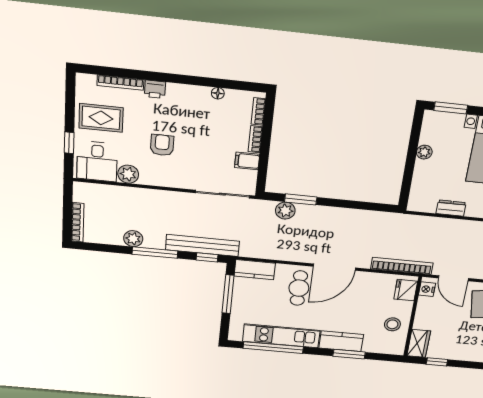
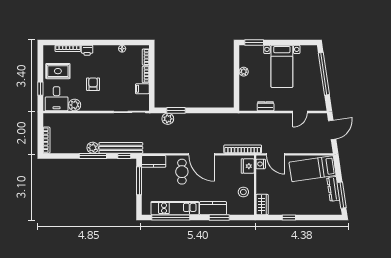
plant: (133, 239) -> (93, 148), moved
door: (334, 267) -> (202, 154), hinge flipped
window: (437, 362) -> (289, 217), moved

